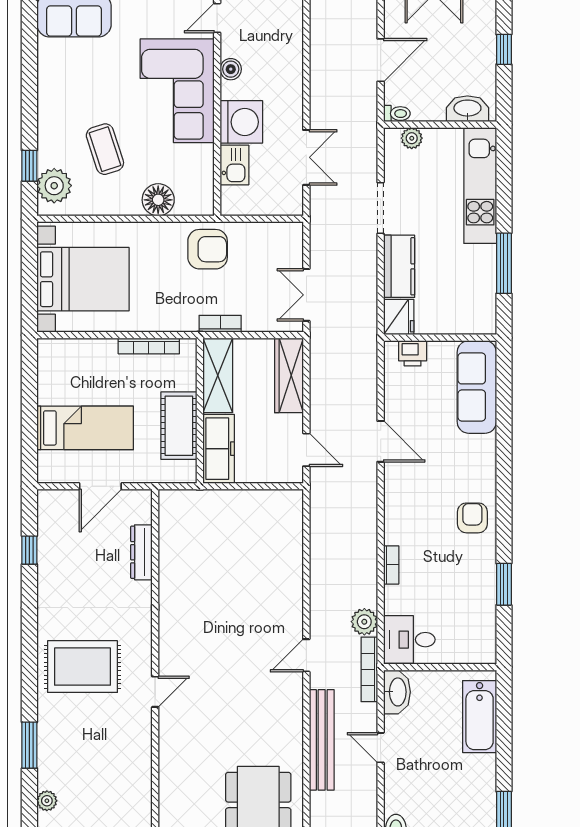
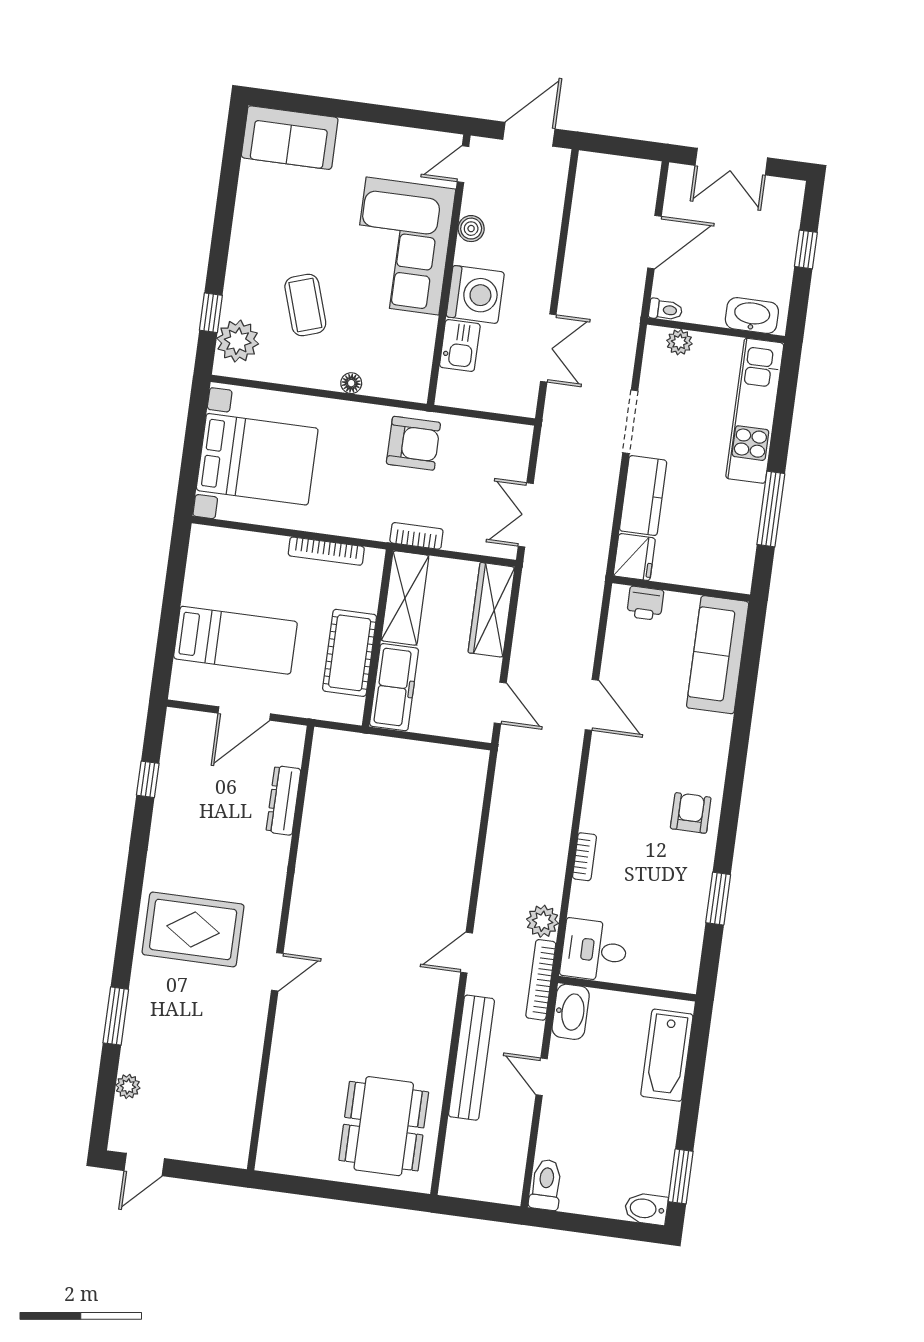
floor lamp: (158, 200) -> (351, 383), width x0.53, depth x0.53

